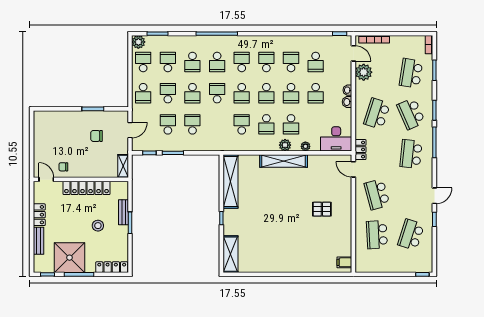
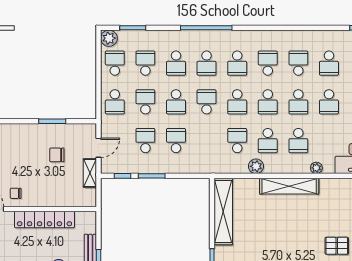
school desk: (242, 62) -> (237, 63), turned 180
plant: (285, 145) -> (256, 166), moved
shelving: (123, 166) -> (90, 173), moved

